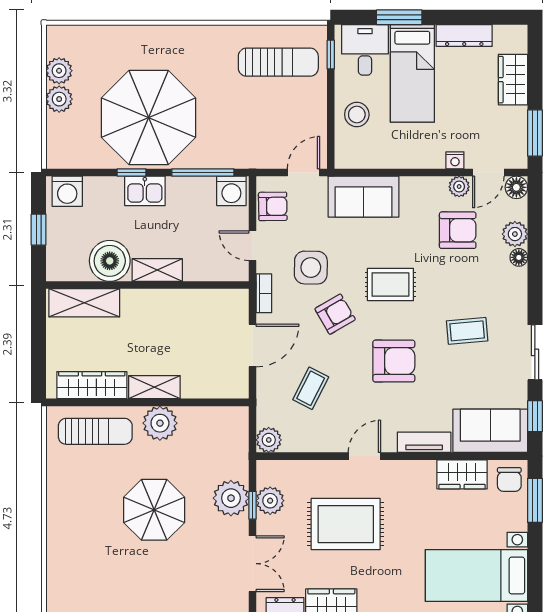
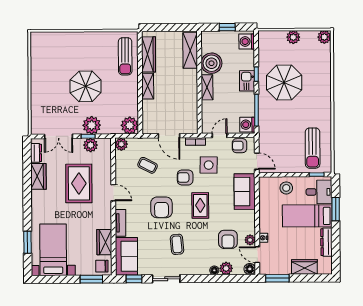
plant: (59, 71) -> (324, 37), moved
parasol: (149, 118) -> (284, 83), width x0.73, depth x0.73
armchair: (273, 206) -> (240, 146), turned 91
armchair: (335, 314) -> (185, 177), turned 120
plant: (160, 423) -> (130, 125), moved

